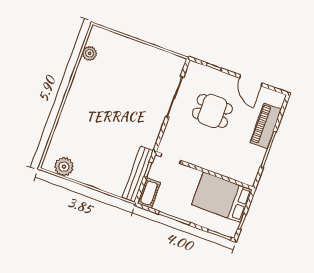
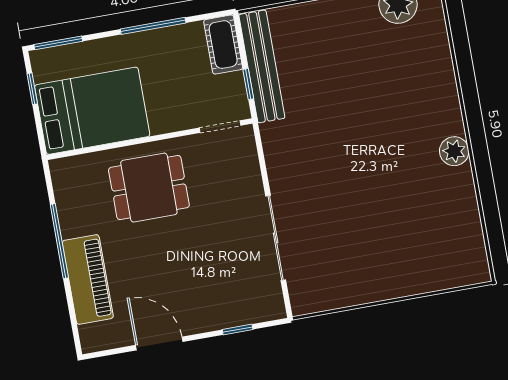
plant: (90, 53) -> (454, 151), moved
dining table: (212, 111) -> (149, 188), moved

